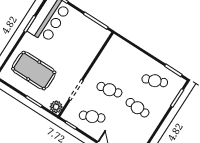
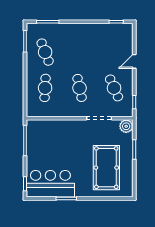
cafe table: (137, 108) -> (45, 88), moved

